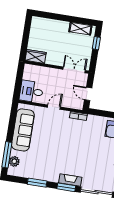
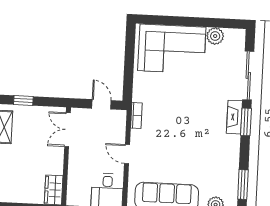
door: (88, 94) -> (101, 104), swing flipped
window: (37, 183) -> (243, 185), moved

